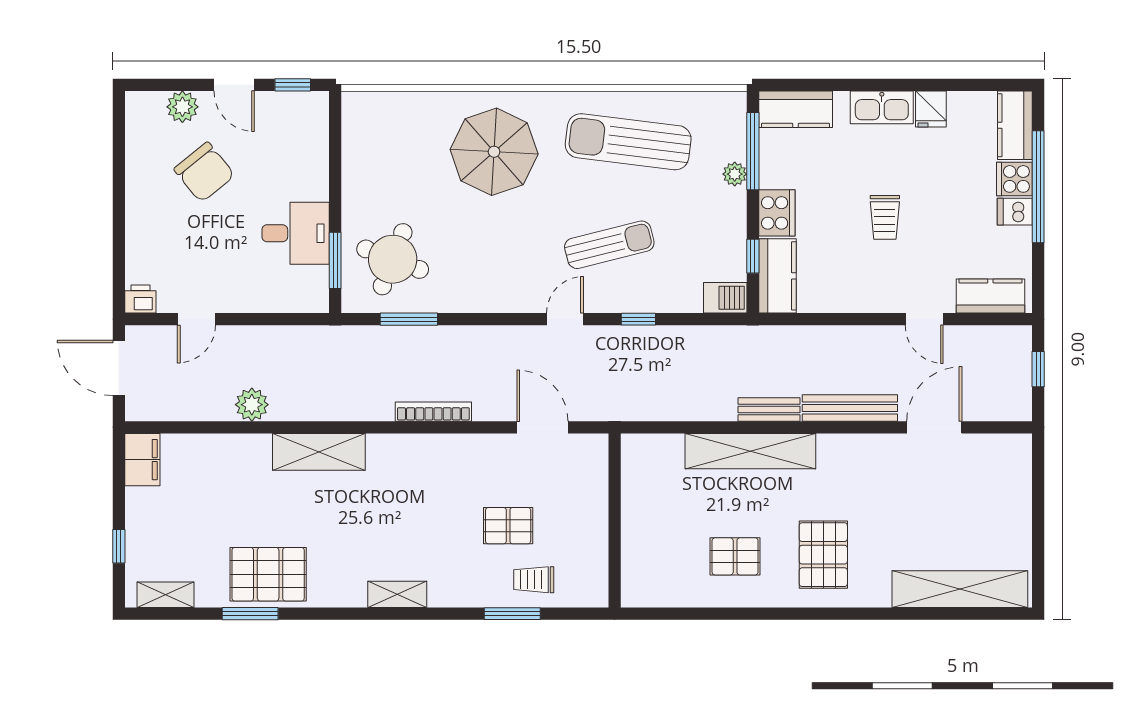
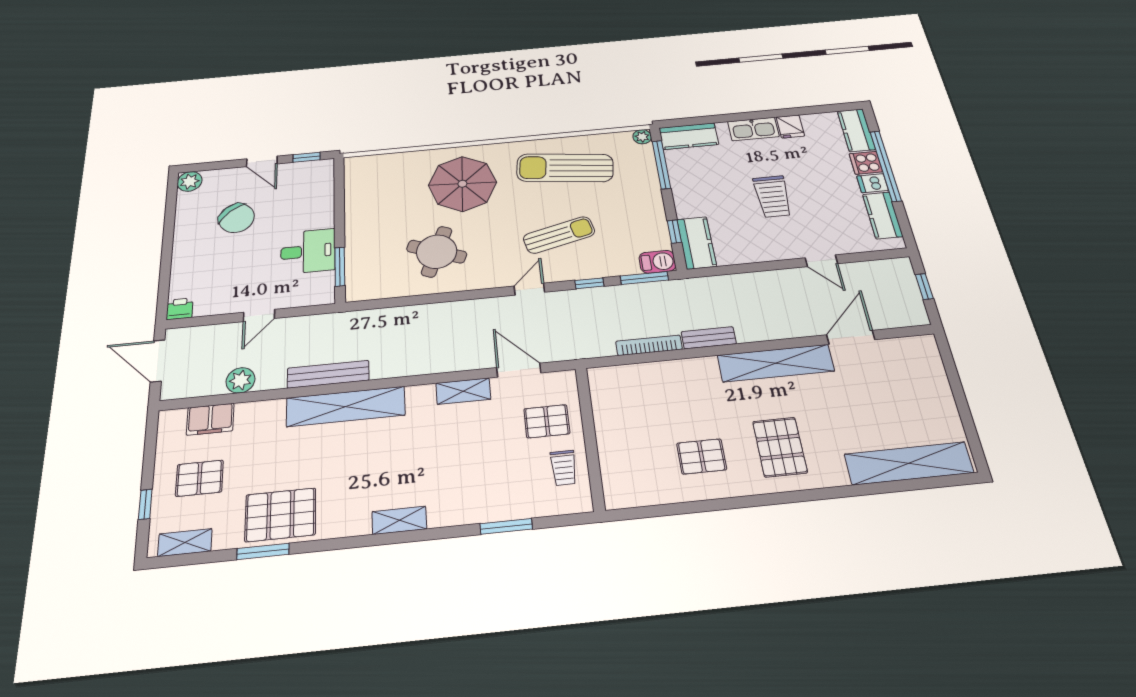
plant: (182, 107) -> (190, 181), moved
plant: (735, 174) -> (642, 137), moved
cooker: (777, 213) -> (688, 202), removed
trolley: (885, 217) -> (773, 196), width x1.36, depth x1.39
round table: (393, 259) -> (437, 252), moved
kitchen counter: (990, 296) -> (883, 215), moved, turned -90
door: (196, 319) -> (259, 315), moved
window: (409, 319) -> (644, 278), moved
plant: (252, 405) -> (240, 380), moved
bench: (850, 408) -> (328, 374), moved
bookcase: (433, 412) -> (649, 345), moved
shelving: (476, 447) -> (463, 391), added
shelving: (750, 451) -> (776, 363), moved
shelving: (319, 452) -> (346, 407), width x1.47
filing cabinet: (142, 460) -> (210, 419), moved, turned 90
pallet: (177, 522) -> (199, 478), added
pallet: (508, 526) -> (547, 421), moved
trolley: (534, 580) -> (564, 468), moved, turned -90

